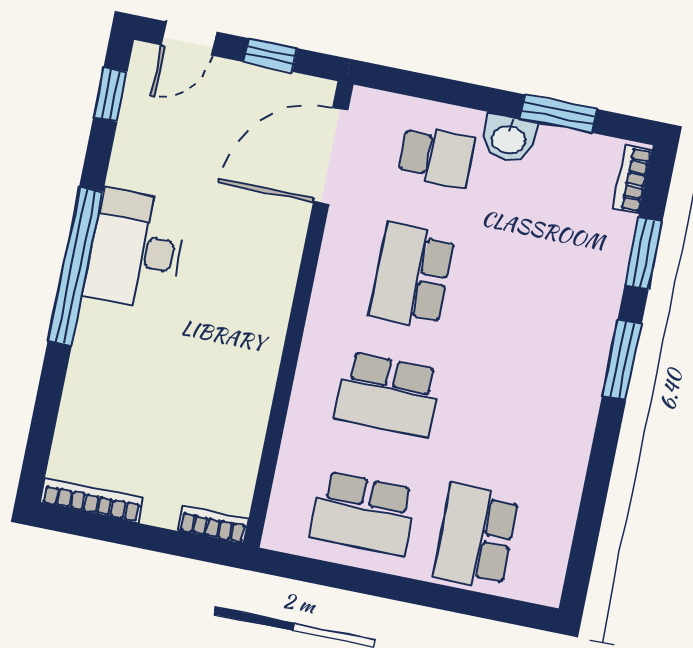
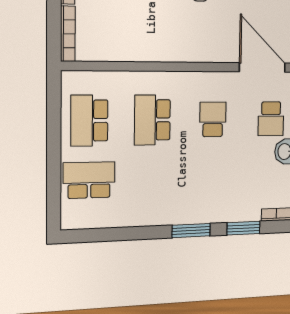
school desk: (412, 276) -> (213, 119), width x0.54
bookcase: (213, 525) -> (68, 34), width x1.56

